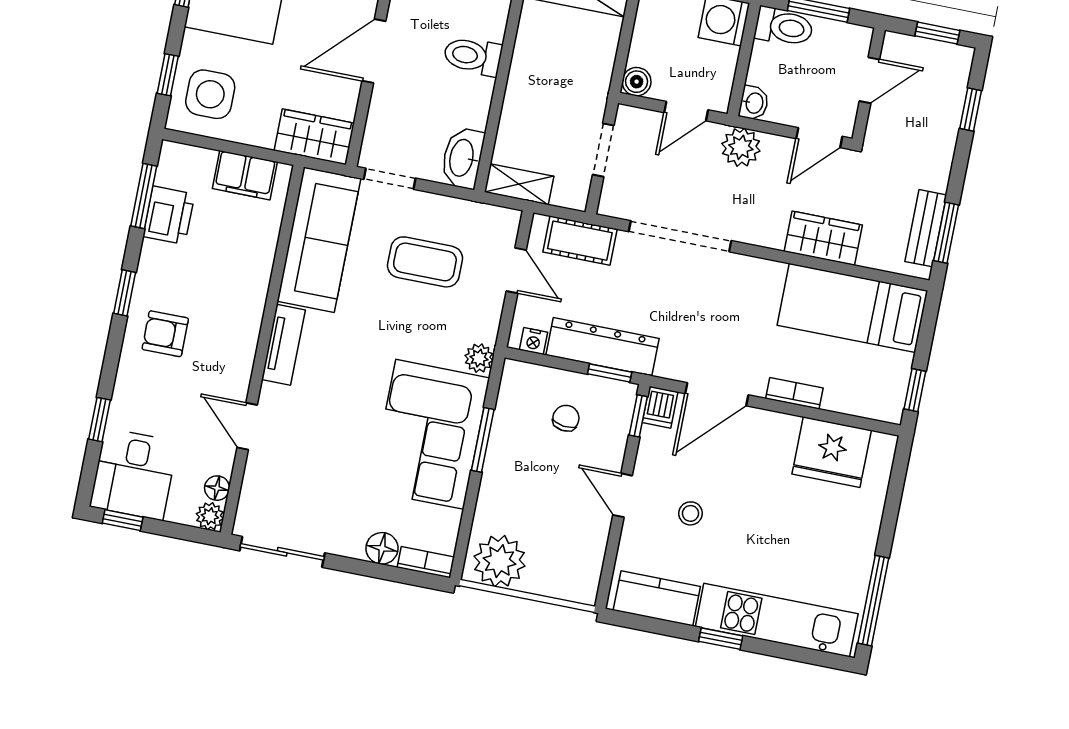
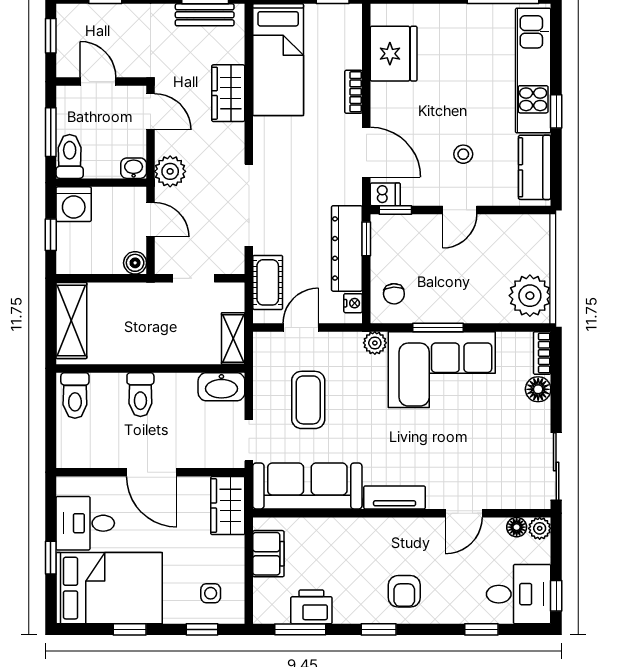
side table: (210, 94) -> (211, 593), width x0.54, depth x0.54
chair: (566, 418) -> (394, 294), moved, turned -100

